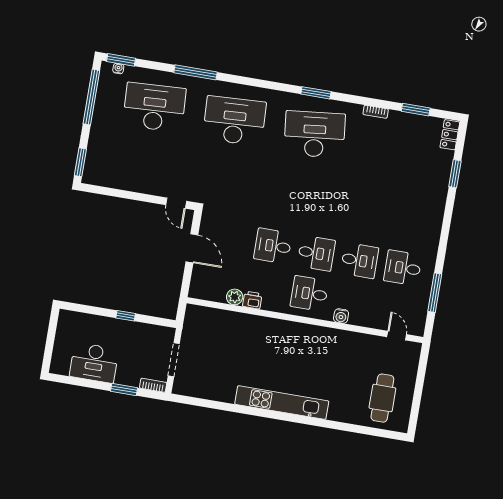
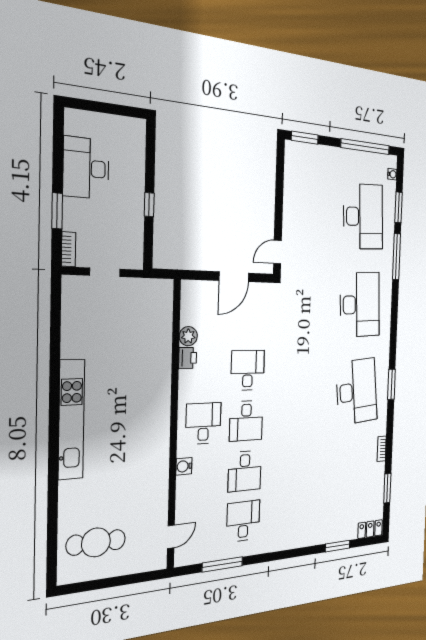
window: (121, 60) -> (398, 207), moved
doorway: (174, 360) -> (105, 272), width x0.73

